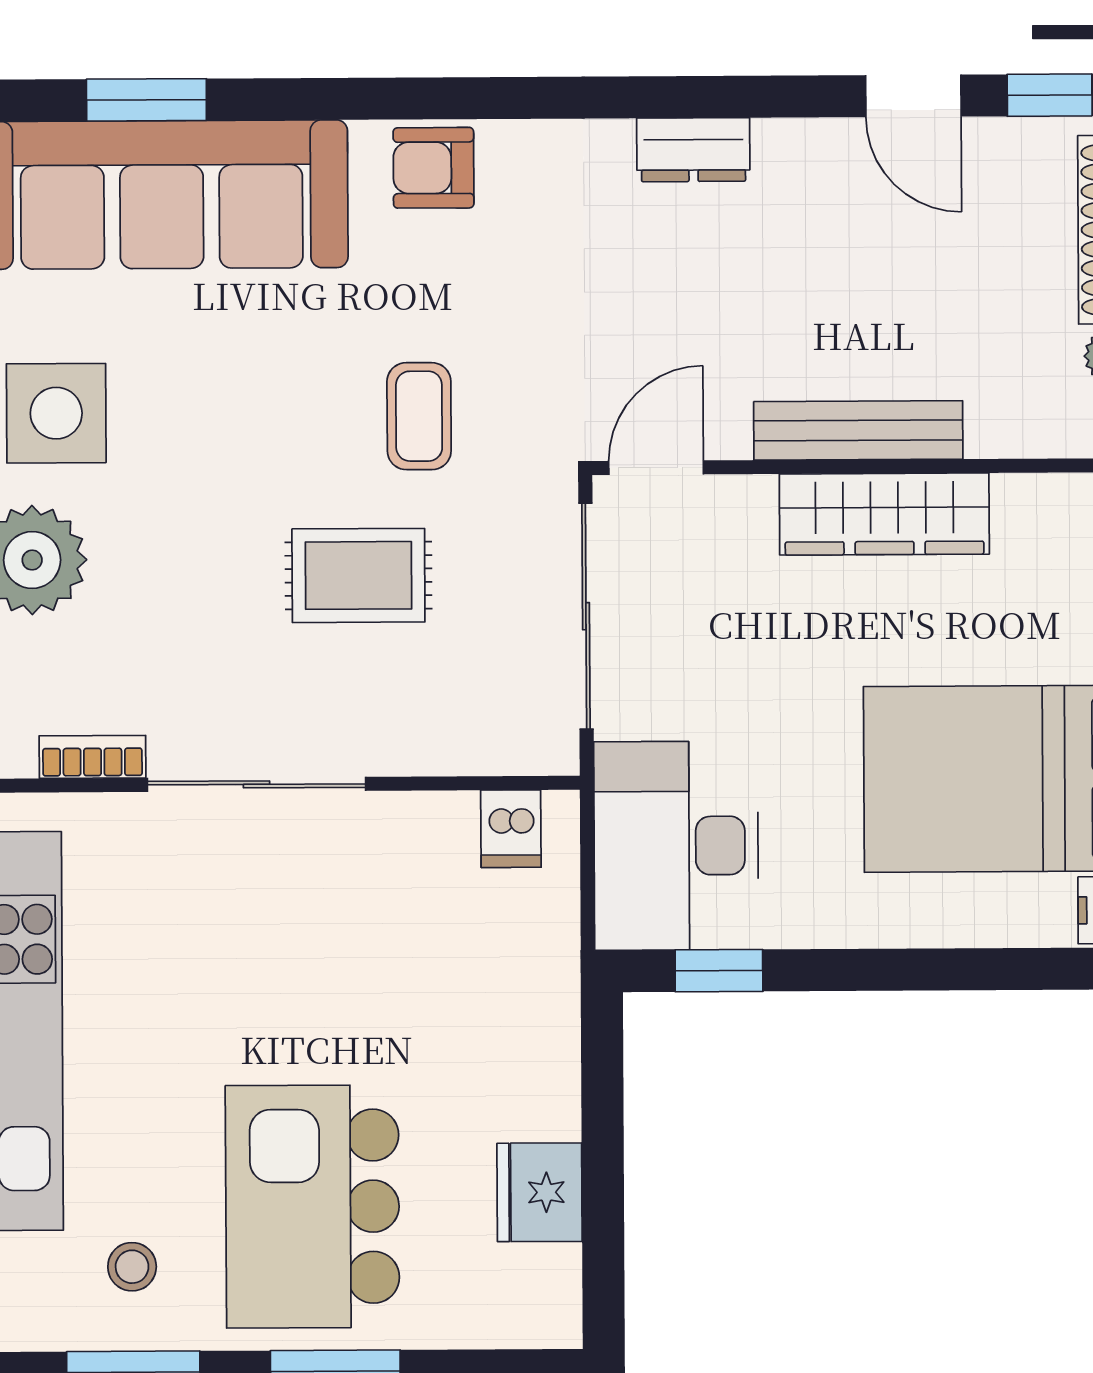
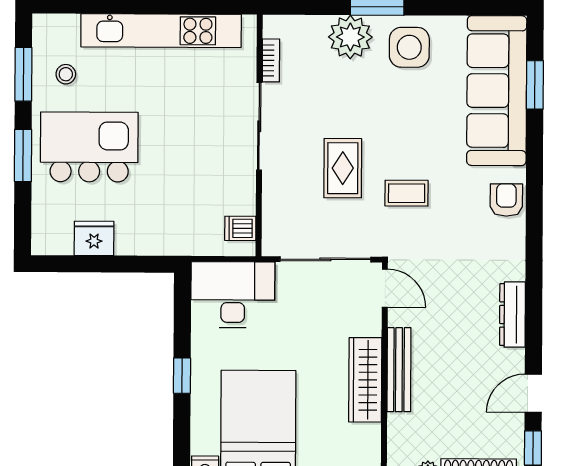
dresser: (693, 150) -> (512, 315), width x1.44
window: (719, 971) -> (182, 376), moved

